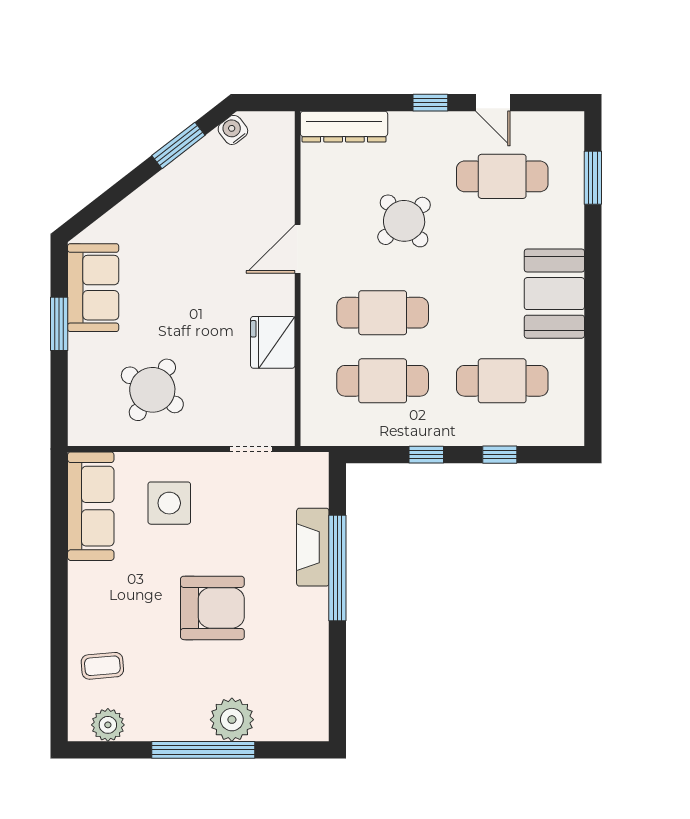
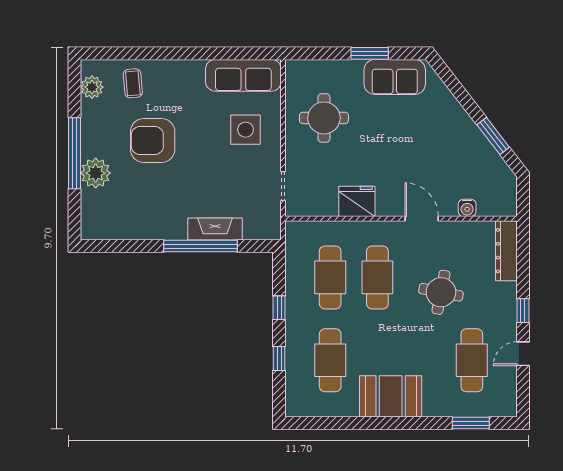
water cooler: (233, 130) -> (467, 208), moved, turned 128
round table: (404, 221) -> (441, 292), turned -38
round table: (152, 390) -> (324, 118), turned -33
armchair: (212, 608) -> (153, 140), moved, turned 90

